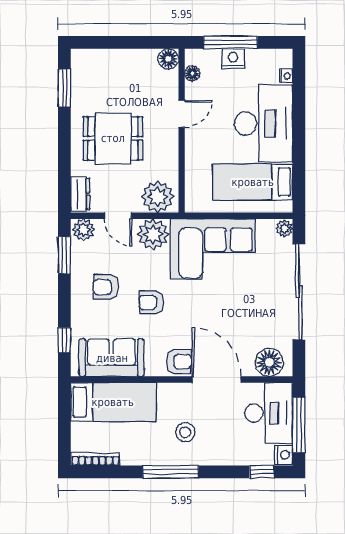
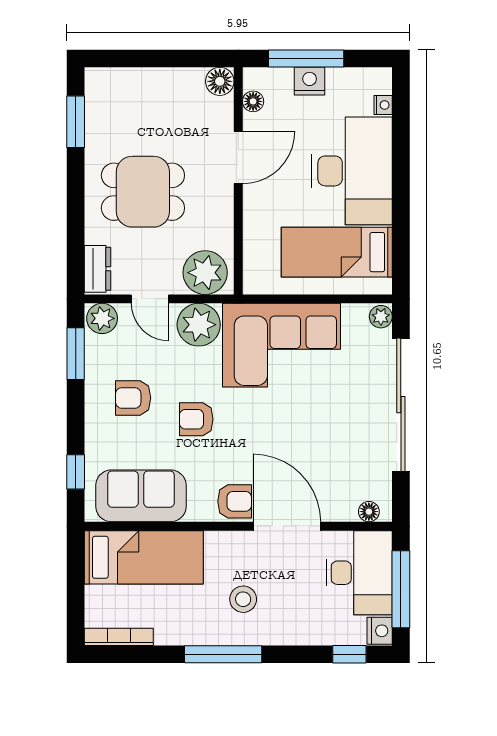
door: (182, 114) -> (238, 157), width x1.38
floor lamp: (269, 362) -> (369, 512), width x0.53, depth x0.53

